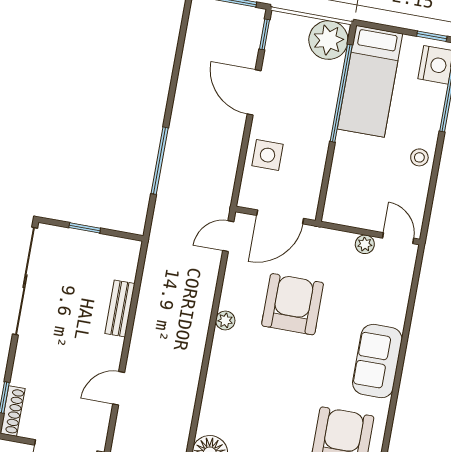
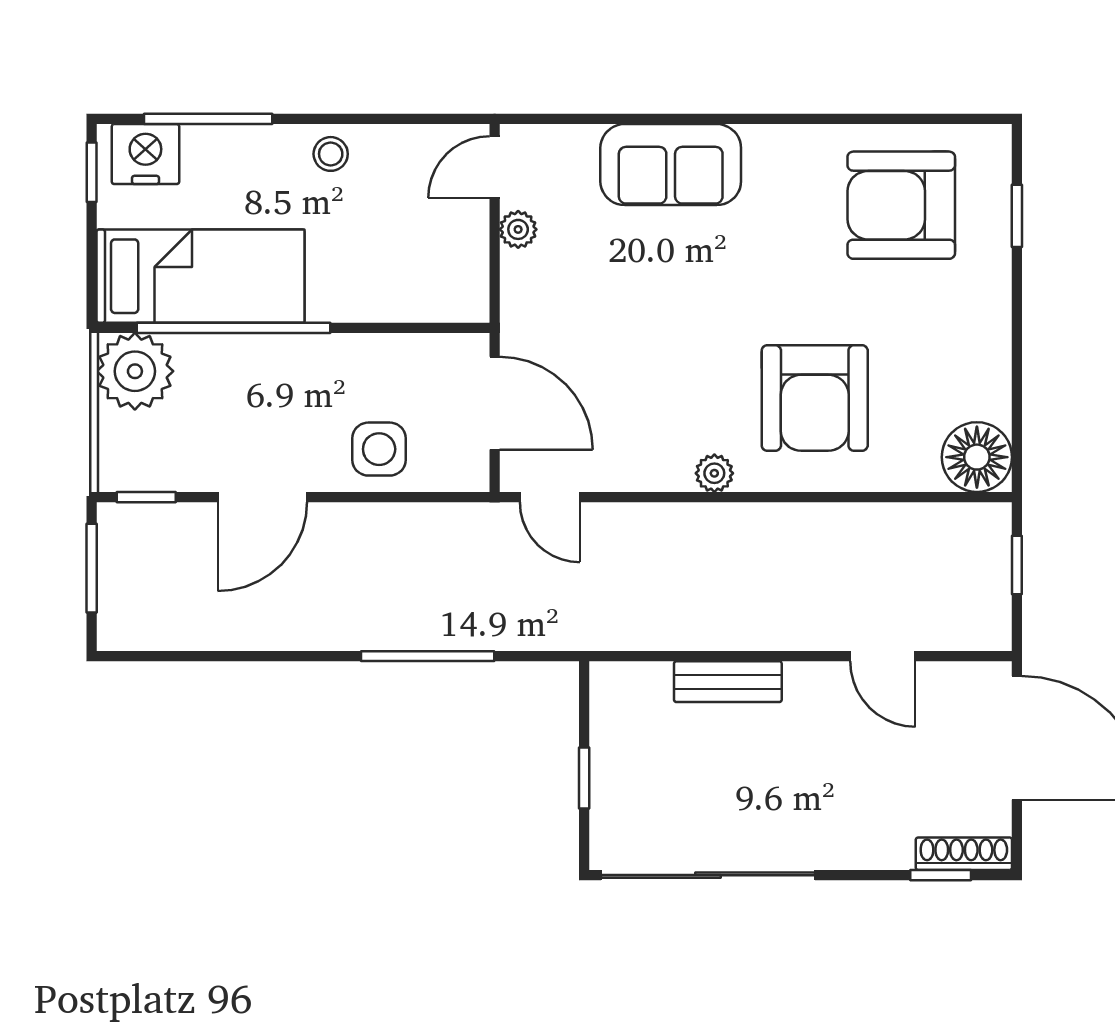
armchair: (293, 304) -> (815, 398), moved, turned -90
sofa: (377, 361) -> (671, 165), moved

